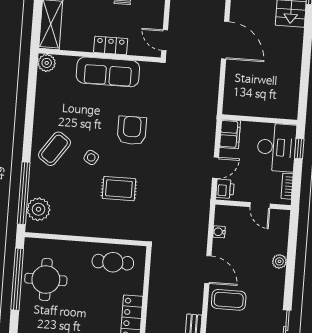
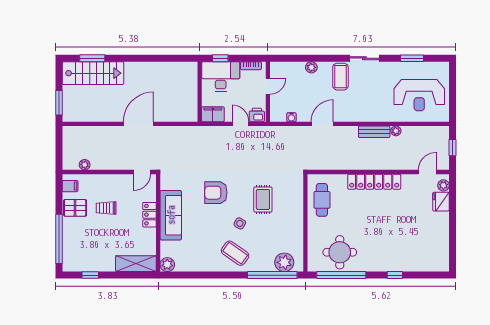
coffee table: (229, 300) -> (340, 77), moved

